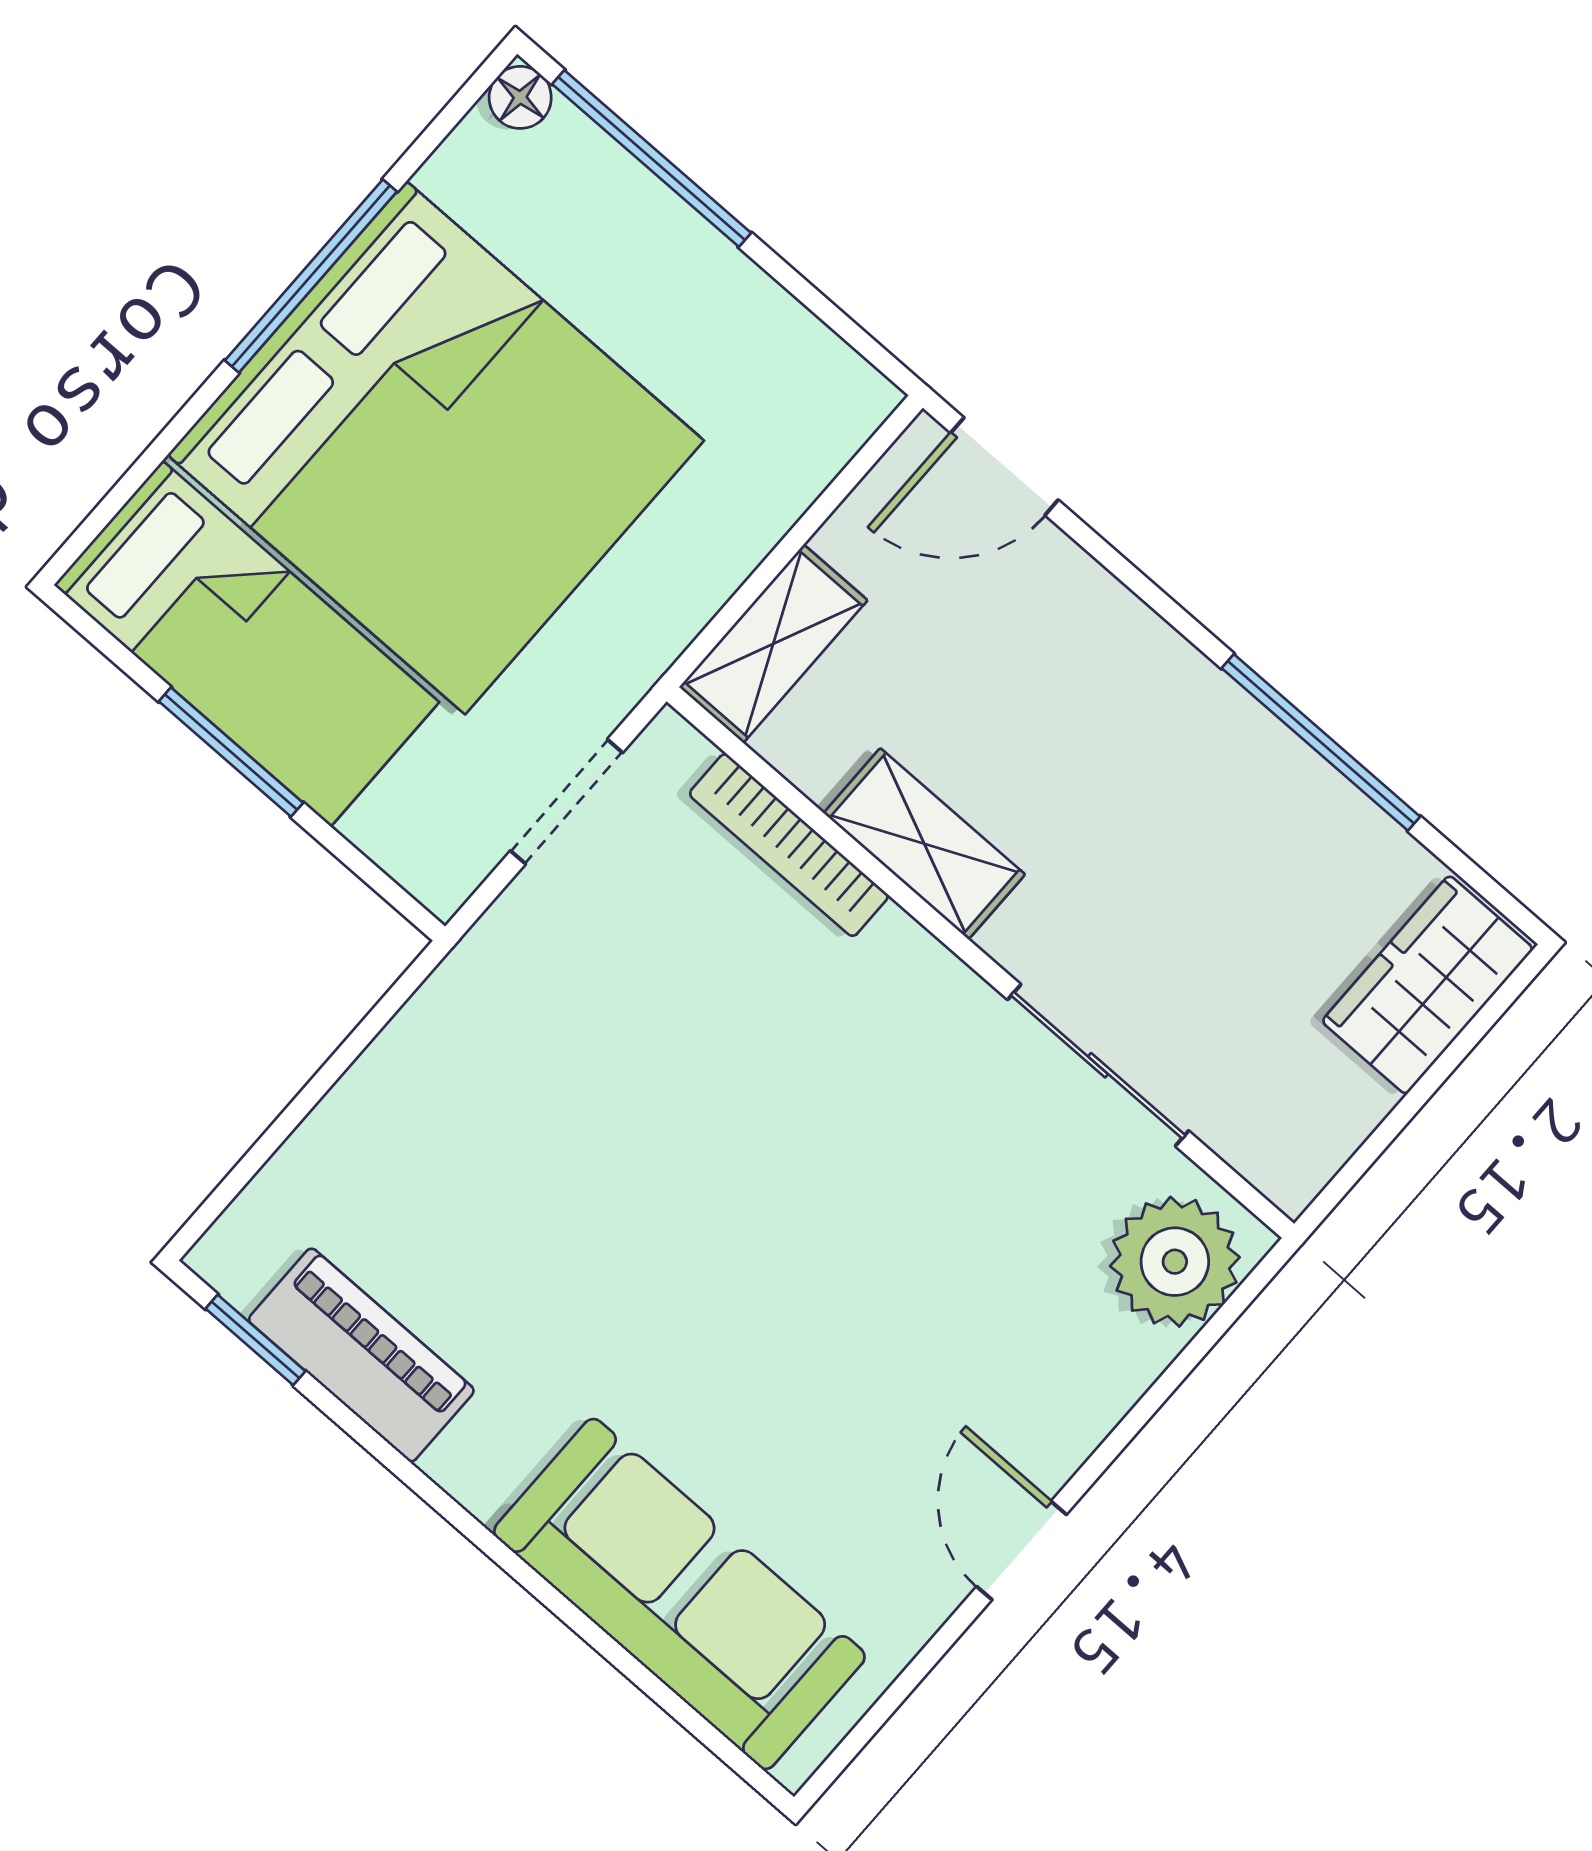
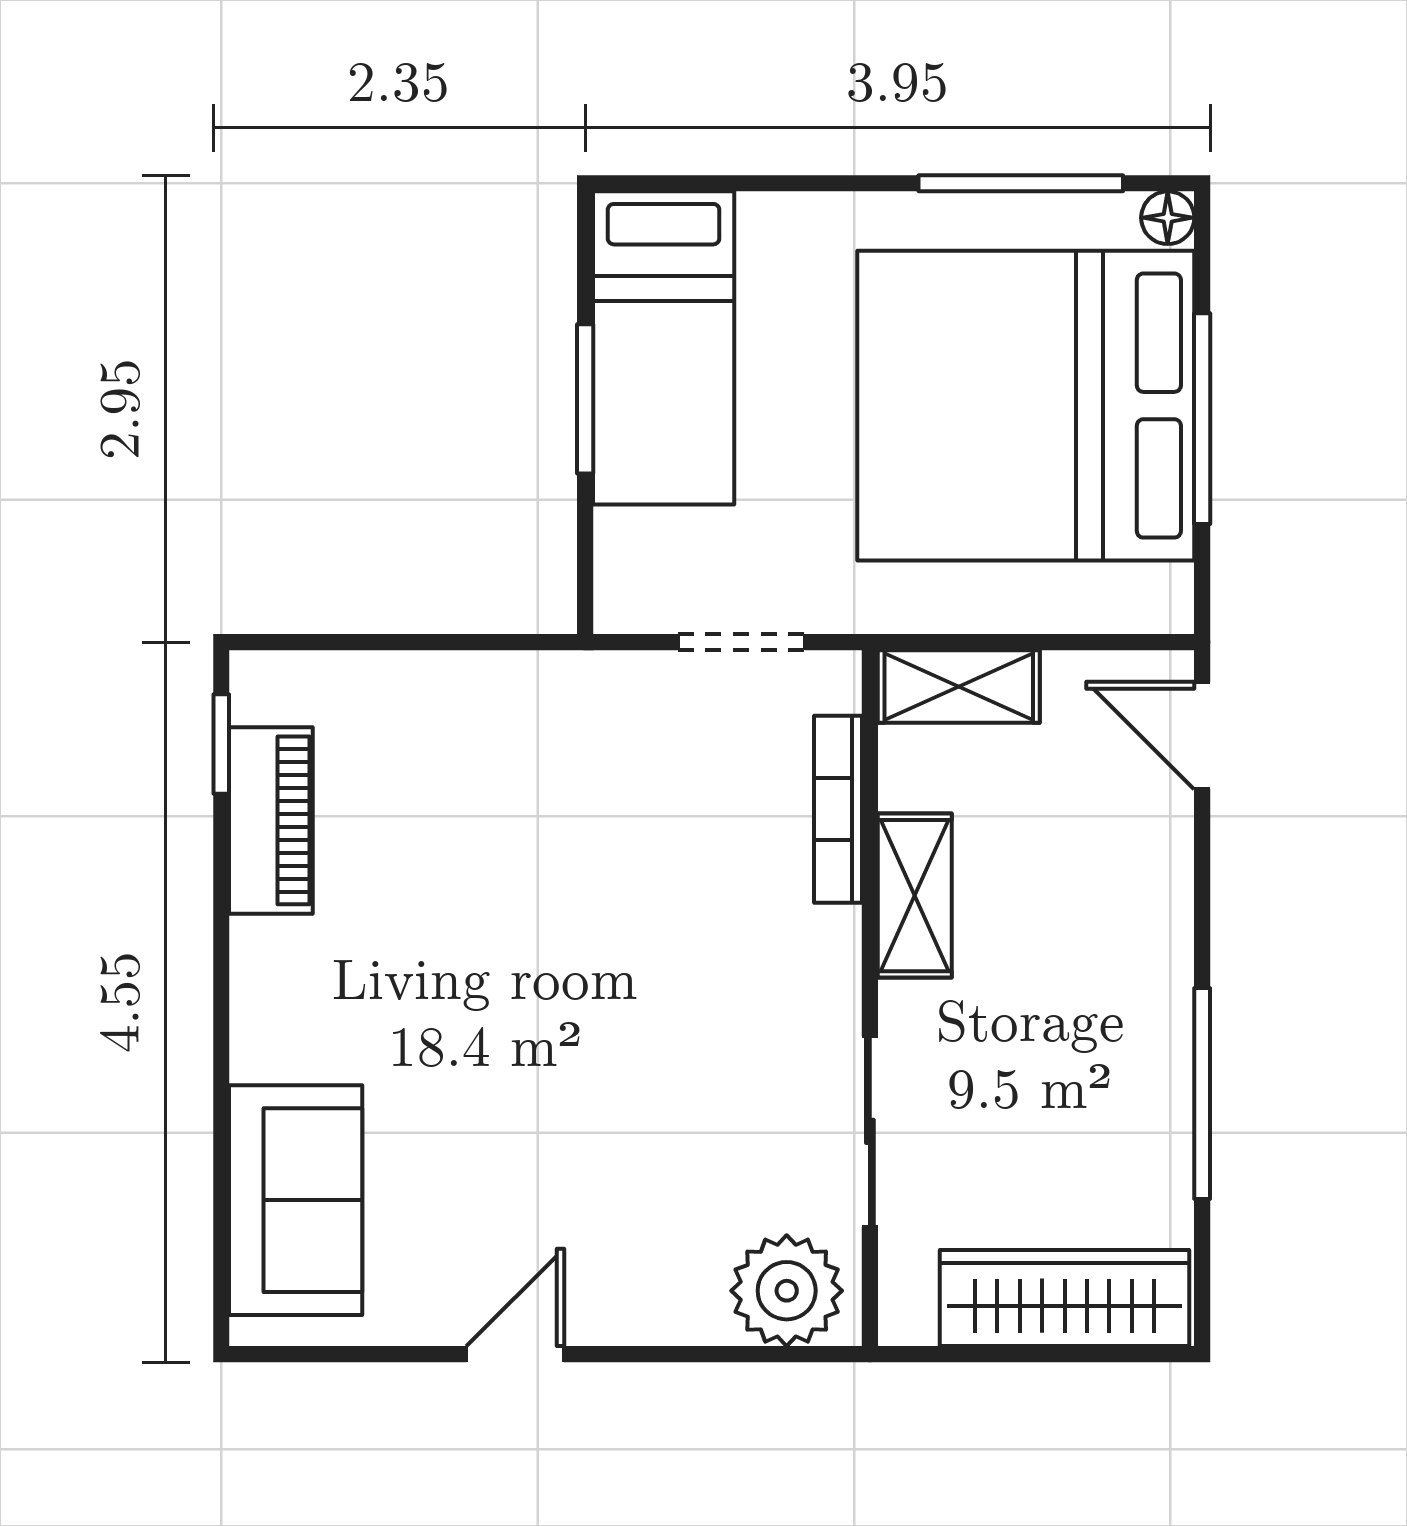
window: (652, 159) -> (1202, 419), moved
window: (311, 276) -> (1021, 183), moved
bed: (436, 448) -> (1026, 406), moved, turned 90
wardrobe: (1428, 985) -> (1065, 1298), width x1.50
sofa: (679, 1594) -> (296, 1200), width x0.73

